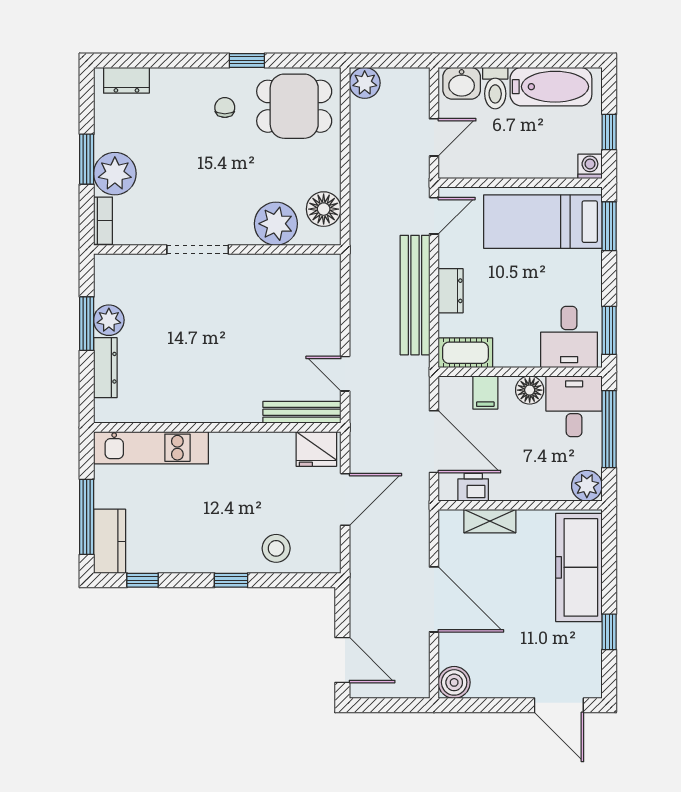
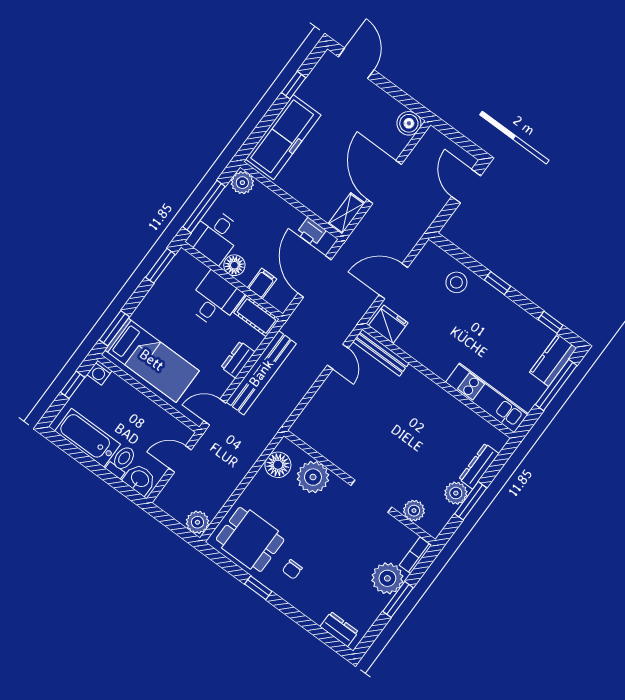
plant: (140, 268) -> (414, 511), added
desk: (569, 337) -> (215, 300), moved
shelving: (490, 521) -> (346, 213), moved, turned 90

